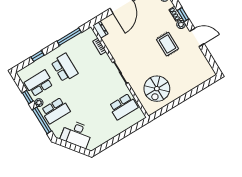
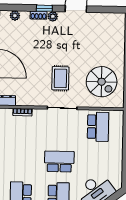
rug: (168, 44) -> (60, 78), moved, turned 90
school desk: (64, 68) -> (59, 162), moved

